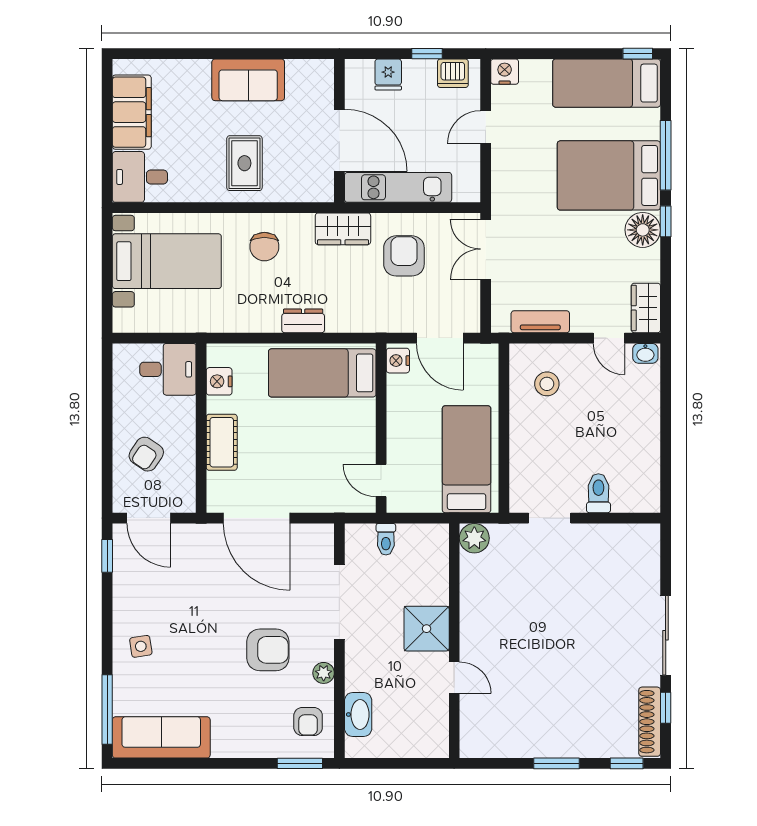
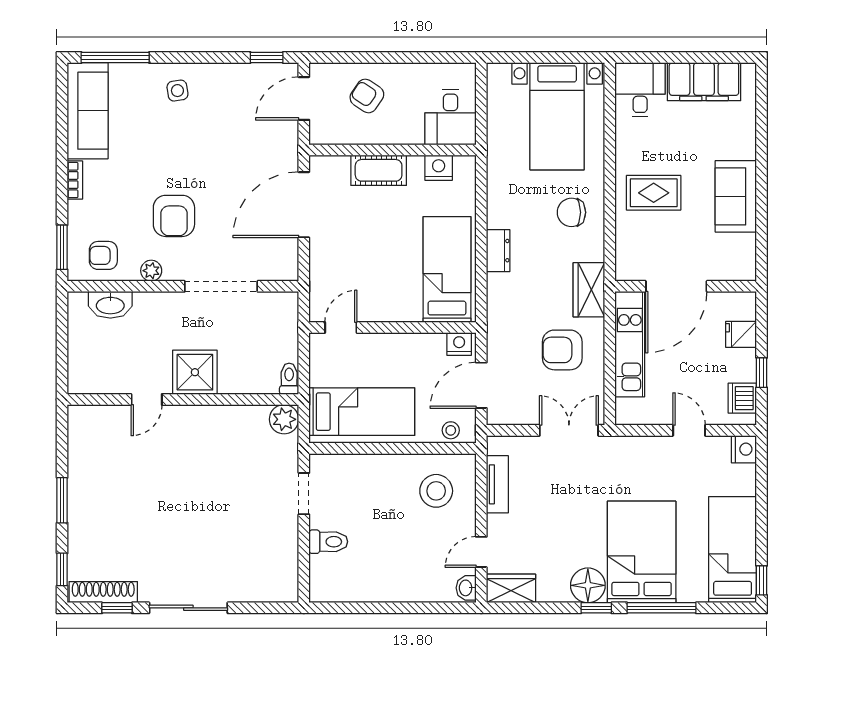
armchair: (404, 256) -> (562, 350), turned 180
stool: (485, 369) -> (451, 430), added
stool: (547, 384) -> (436, 491), width x1.38, depth x1.38
toilet: (386, 539) -> (289, 379), moved, turned 90
bookcase: (232, 750) -> (75, 180), added

